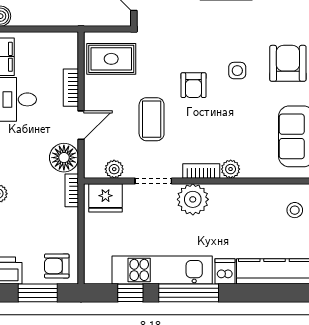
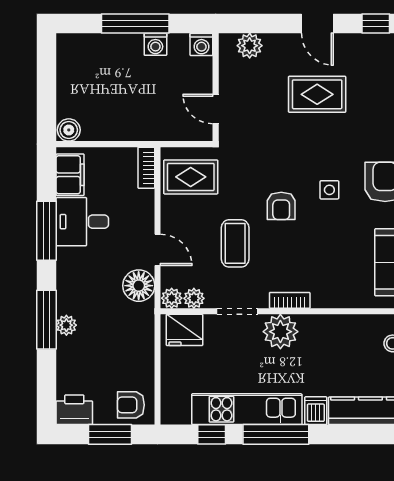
bookcase: (71, 88) -> (146, 168), moved
door: (81, 125) -> (157, 250), hinge flipped
plant: (231, 169) -> (172, 298), moved
bookcase: (72, 190) -> (147, 322), removed

